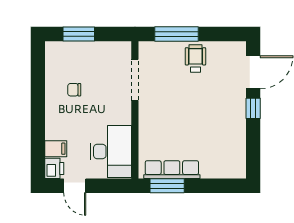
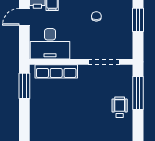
wheelchair: (195, 59) -> (120, 107), turned -90
row of seats: (172, 170) -> (56, 71), moved, turned 90

